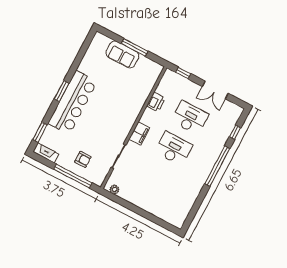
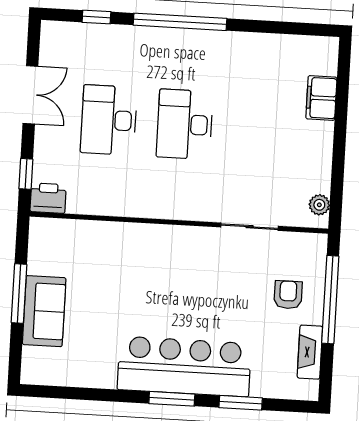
printer: (156, 102) -> (48, 198), moved
window: (40, 132) -> (241, 403), moved
filing cabinet: (139, 134) -> (321, 98), moved, turned -90
fireplace: (46, 153) -> (310, 352), moved

